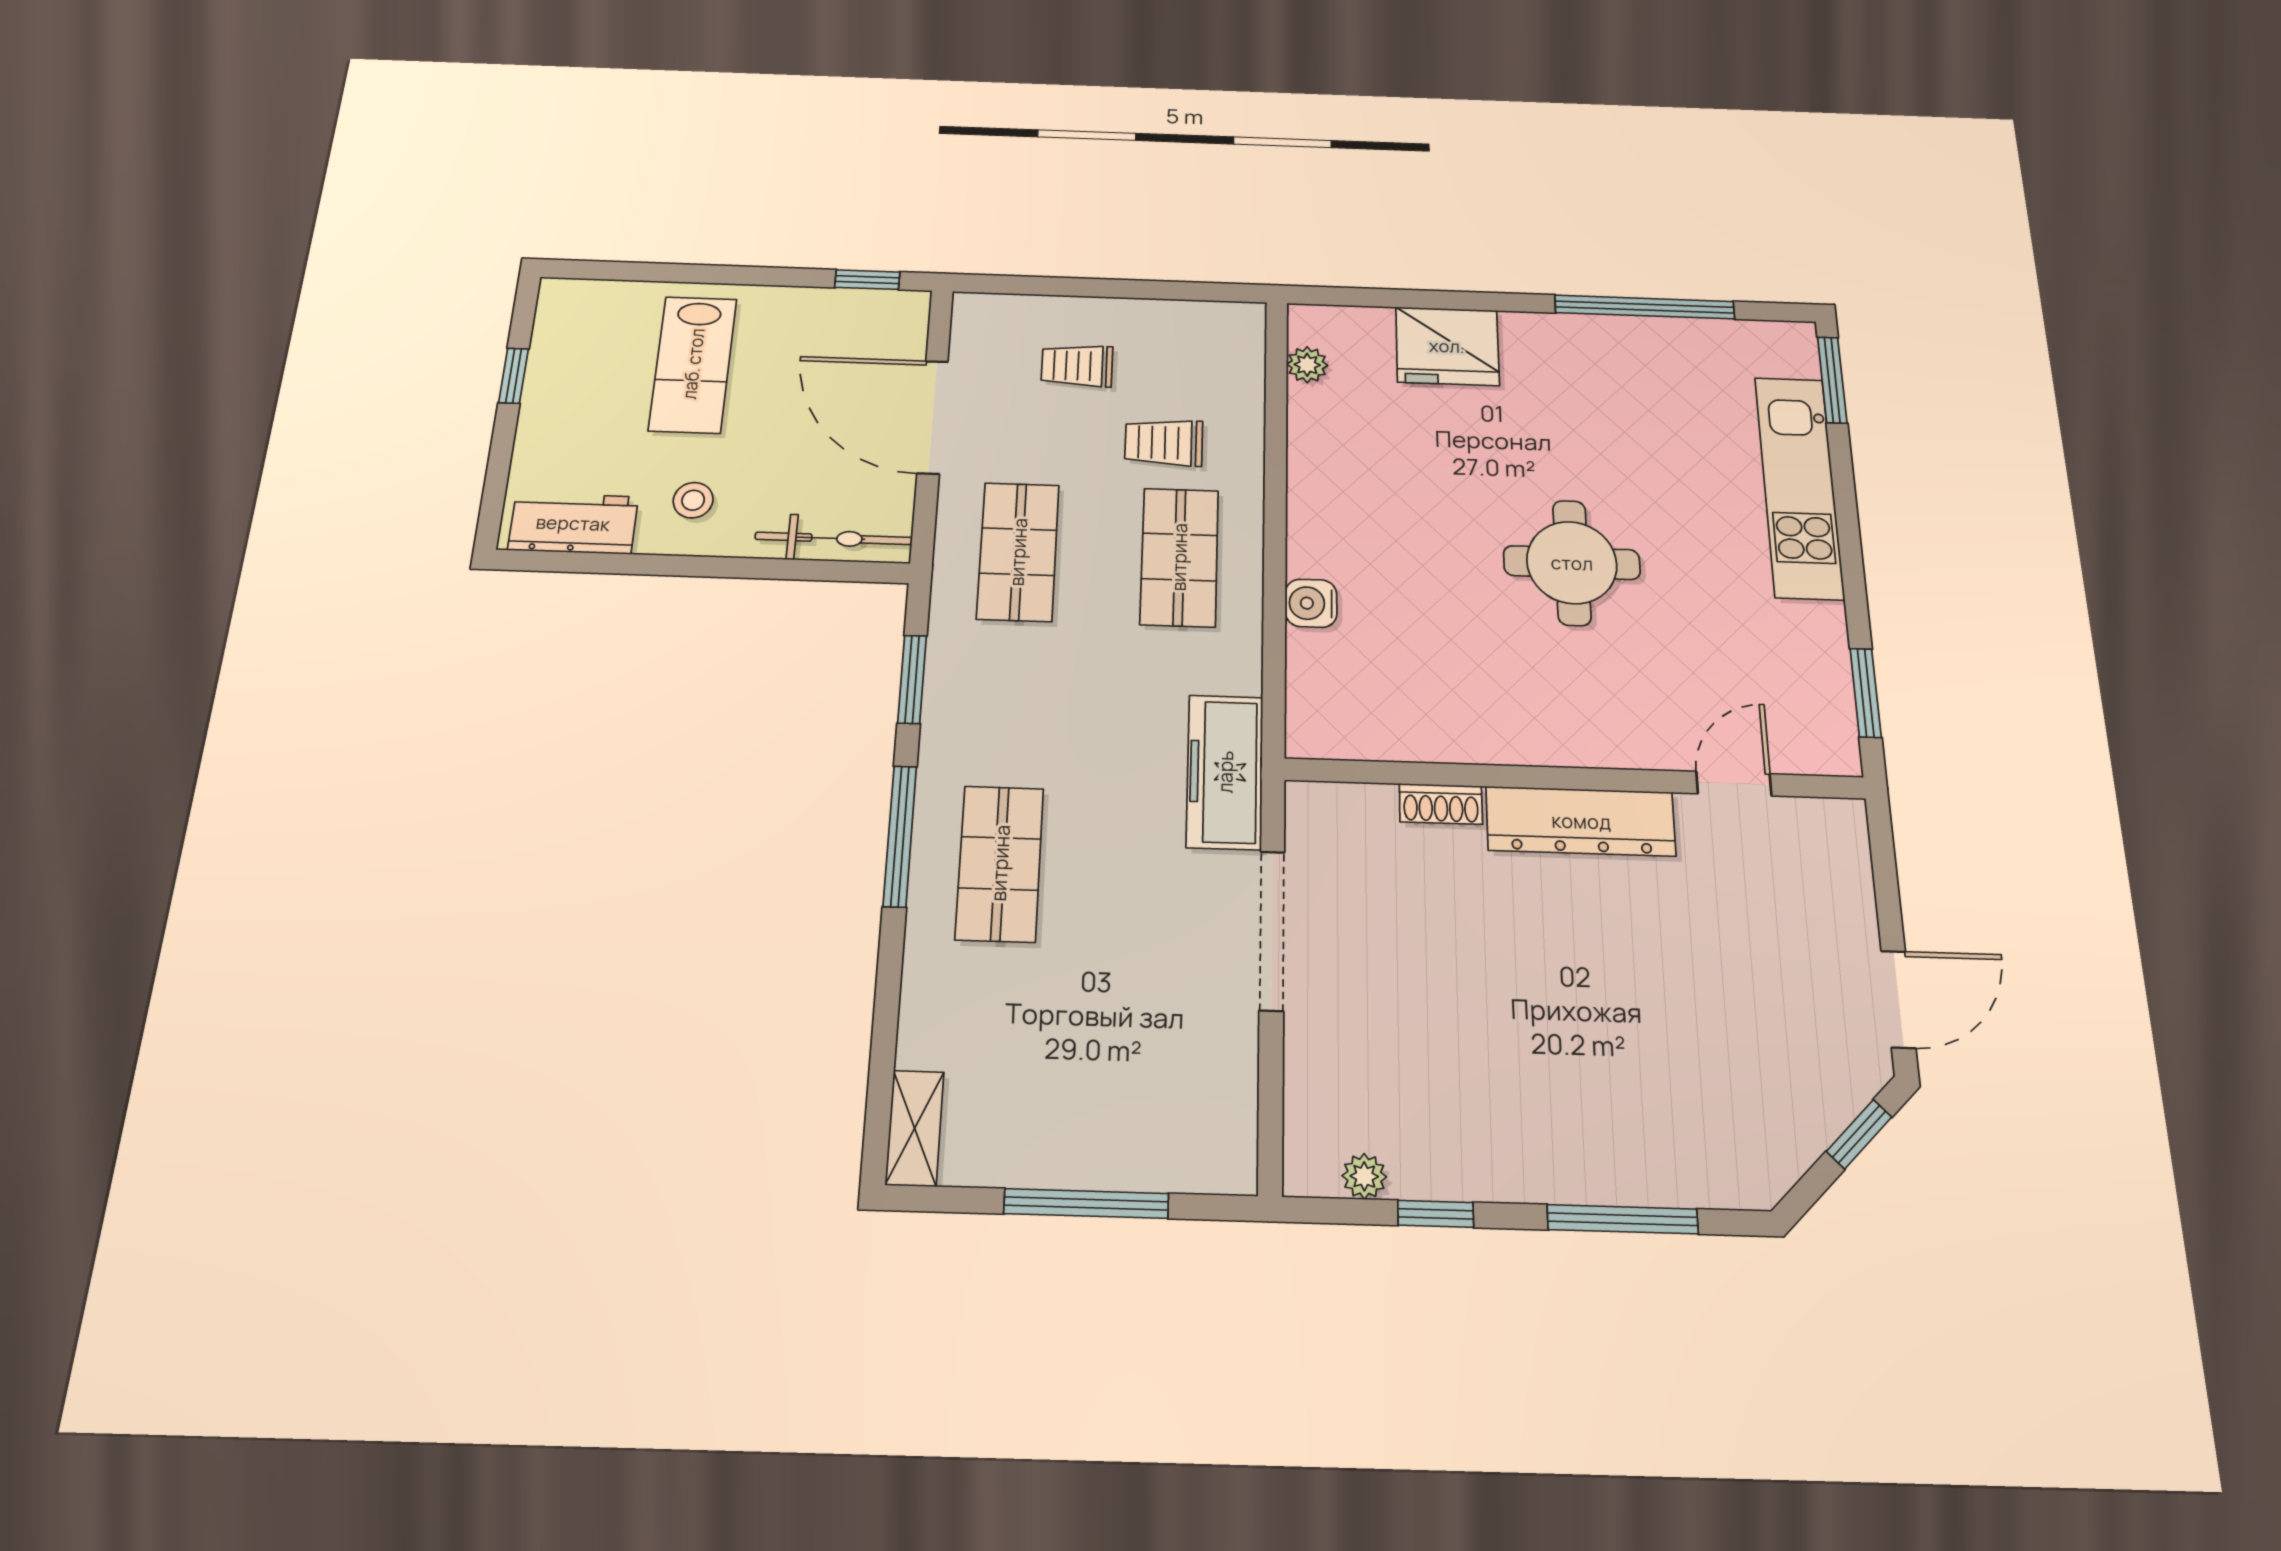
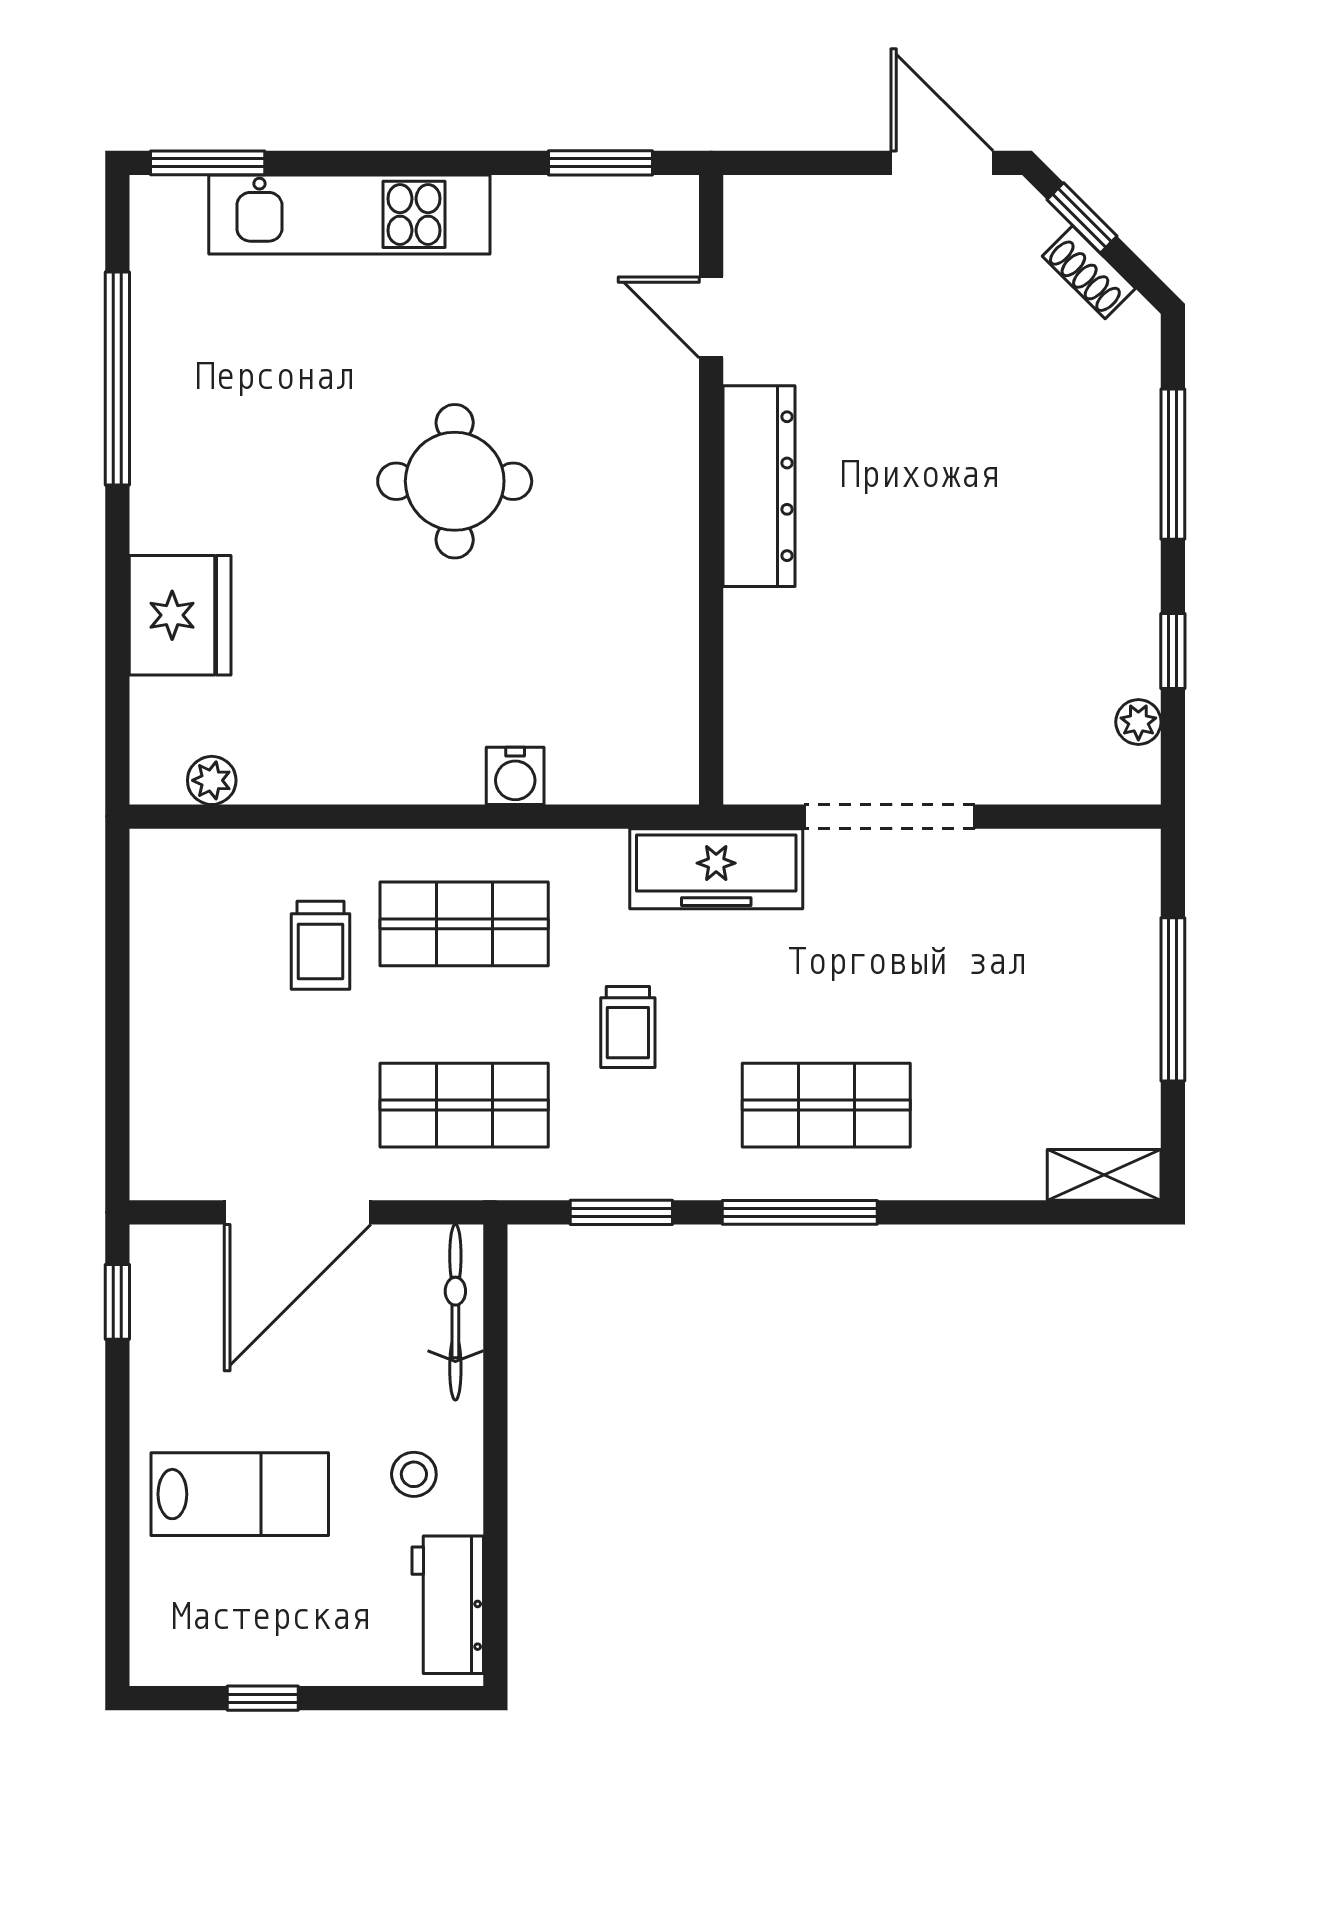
trolley: (1077, 366) -> (628, 1027), moved
shoe rack: (1441, 804) -> (1089, 272), moved, turned 135

